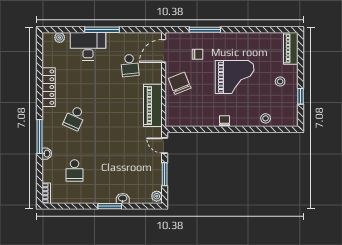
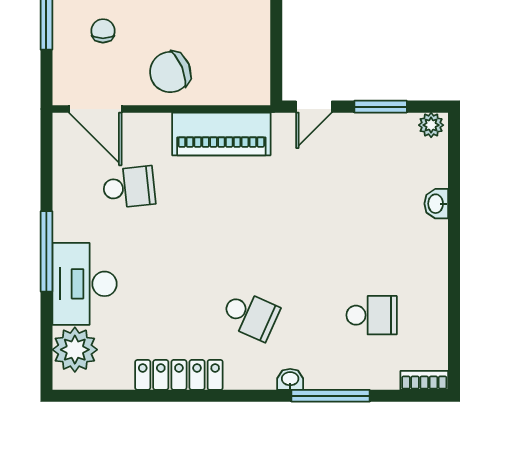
plant: (60, 38) -> (75, 350), width x1.88, depth x1.88
window: (40, 137) -> (331, 396), moved
washbasin: (47, 154) -> (290, 379), moved
window: (110, 206) -> (454, 233), removed

